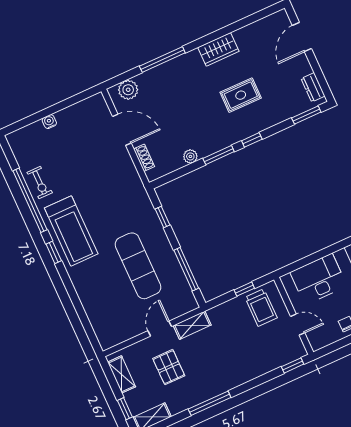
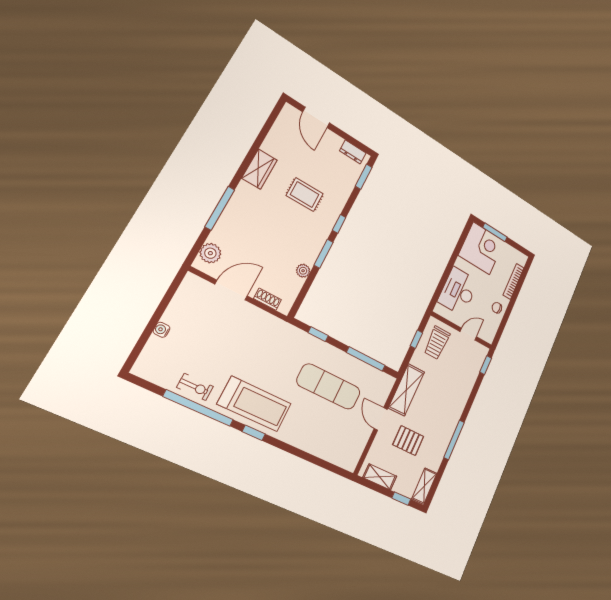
rug: (241, 95) -> (305, 195), turned 90
trolley: (261, 308) -> (437, 343), turned 90
shelving: (192, 325) -> (406, 390), width x1.50, depth x1.33

